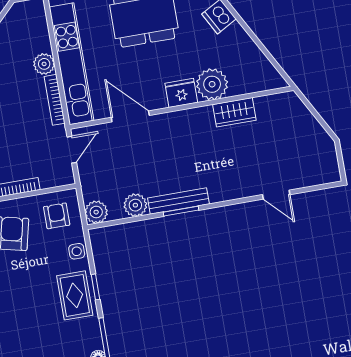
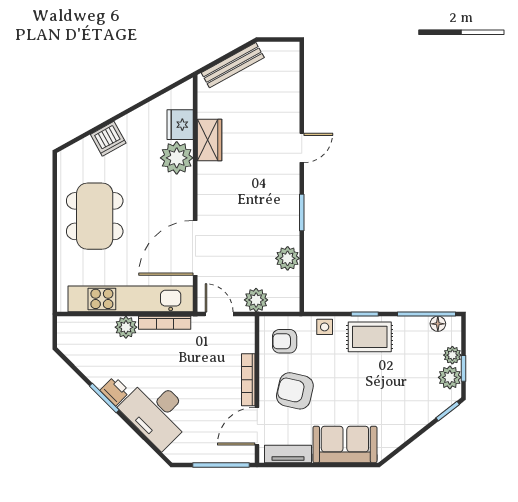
fridge: (181, 93) -> (180, 125), moved
door: (130, 116) -> (195, 248), width x1.36
door: (276, 195) -> (302, 148), moved
bench: (178, 201) -> (233, 65), moved, turned 61
plant: (96, 212) -> (256, 300), moved

